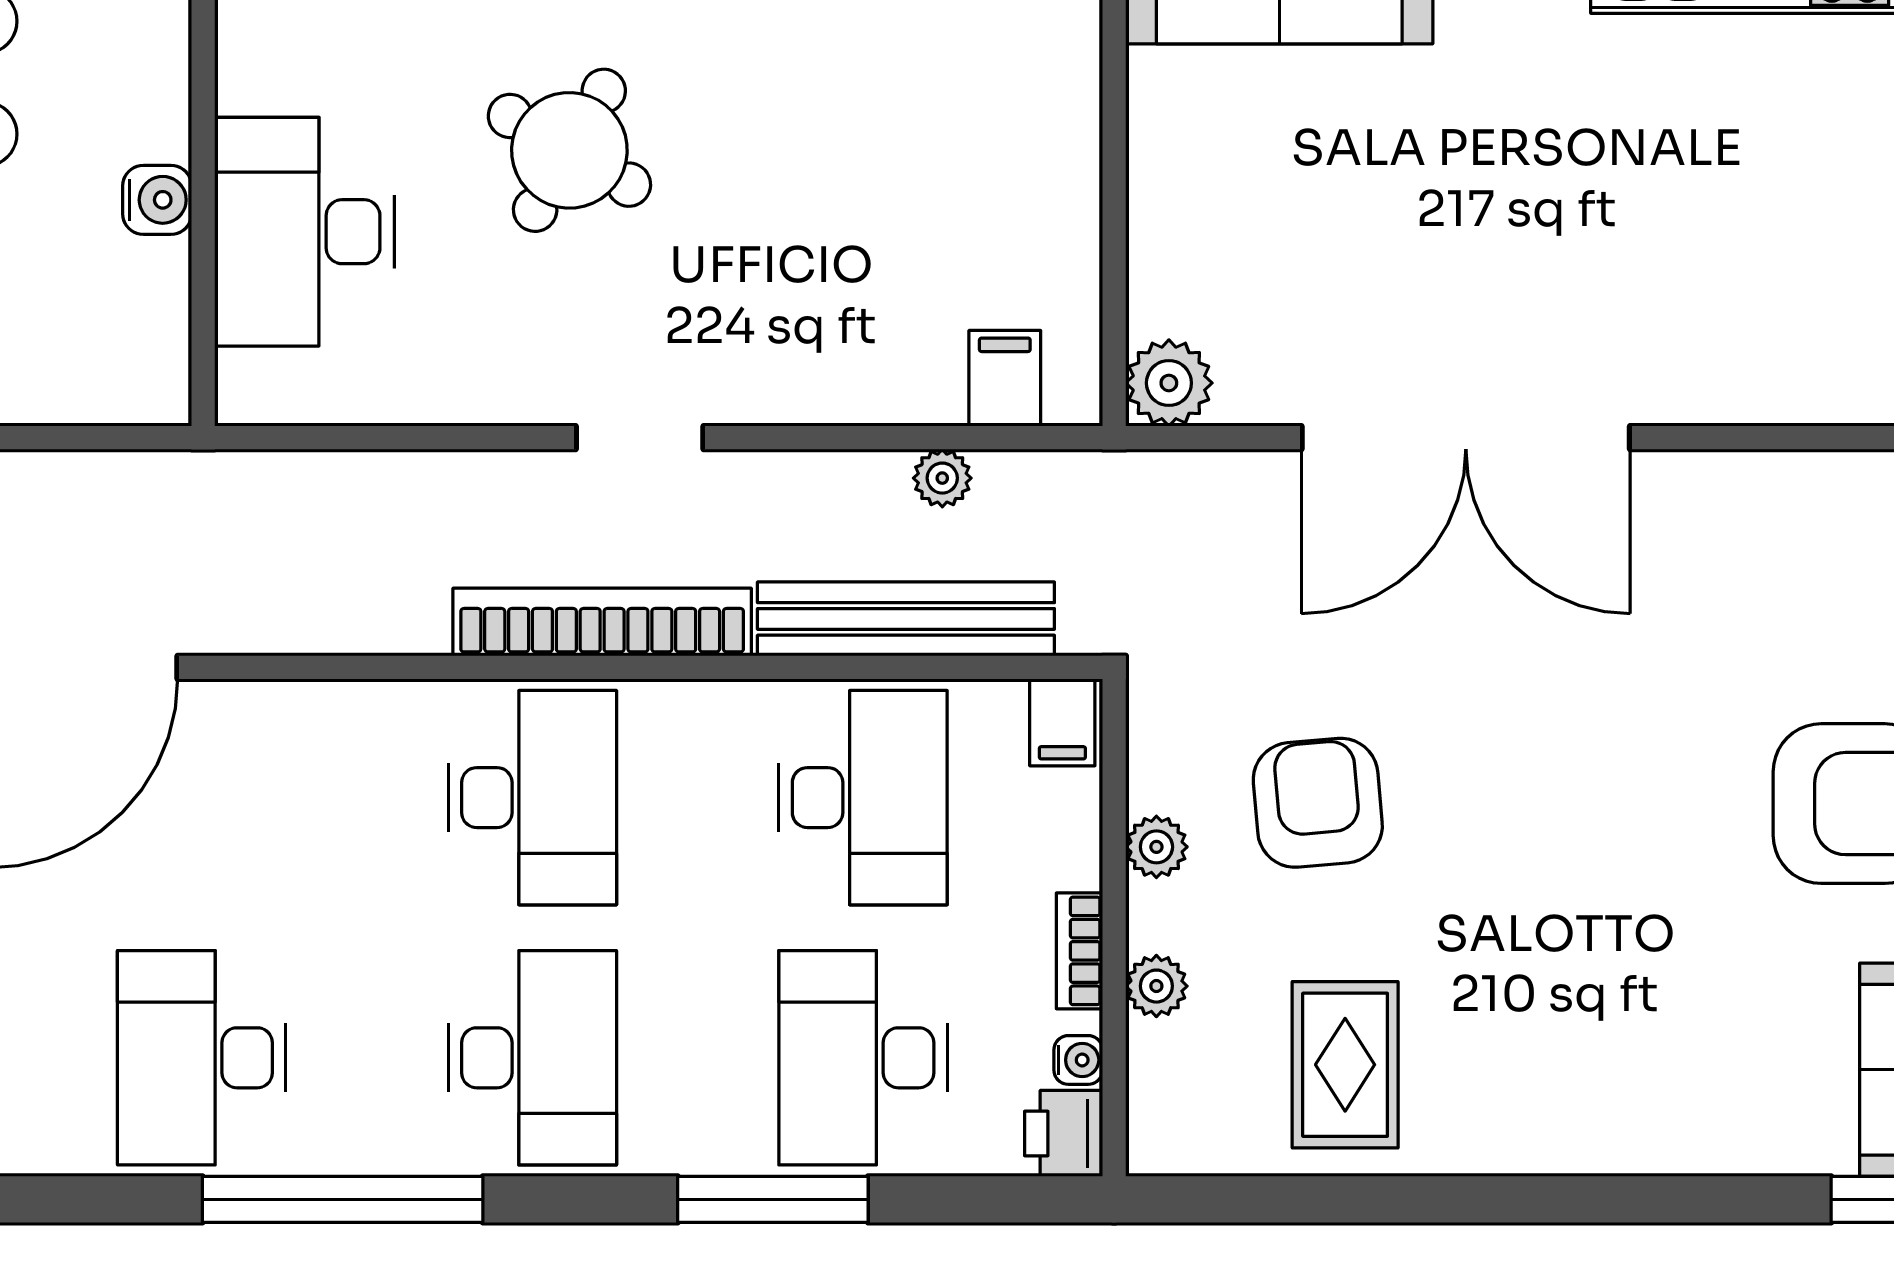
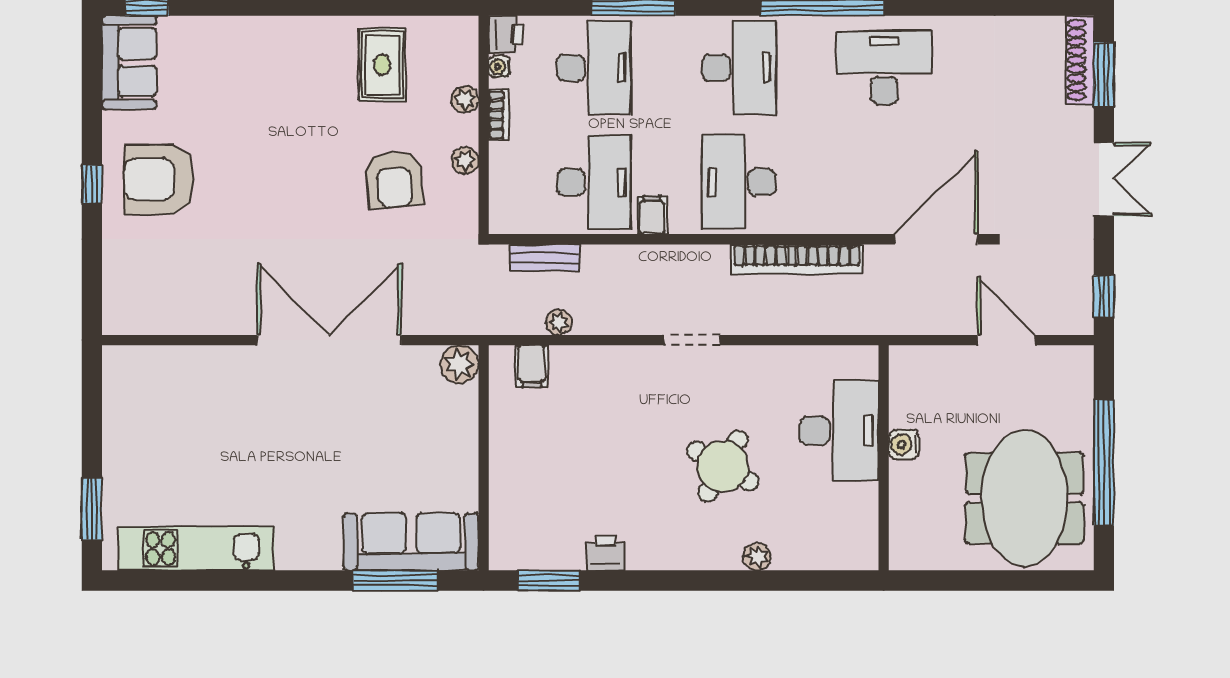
bench: (906, 619) -> (545, 258), width x0.54, depth x0.82
bookcase: (602, 622) -> (797, 259), moved
filing cabinet: (1062, 722) -> (652, 215), moved
desk: (863, 798) -> (594, 182), turned 180
desk: (202, 1058) -> (884, 68), turned -90
desk: (532, 1058) -> (739, 68), turned 180

